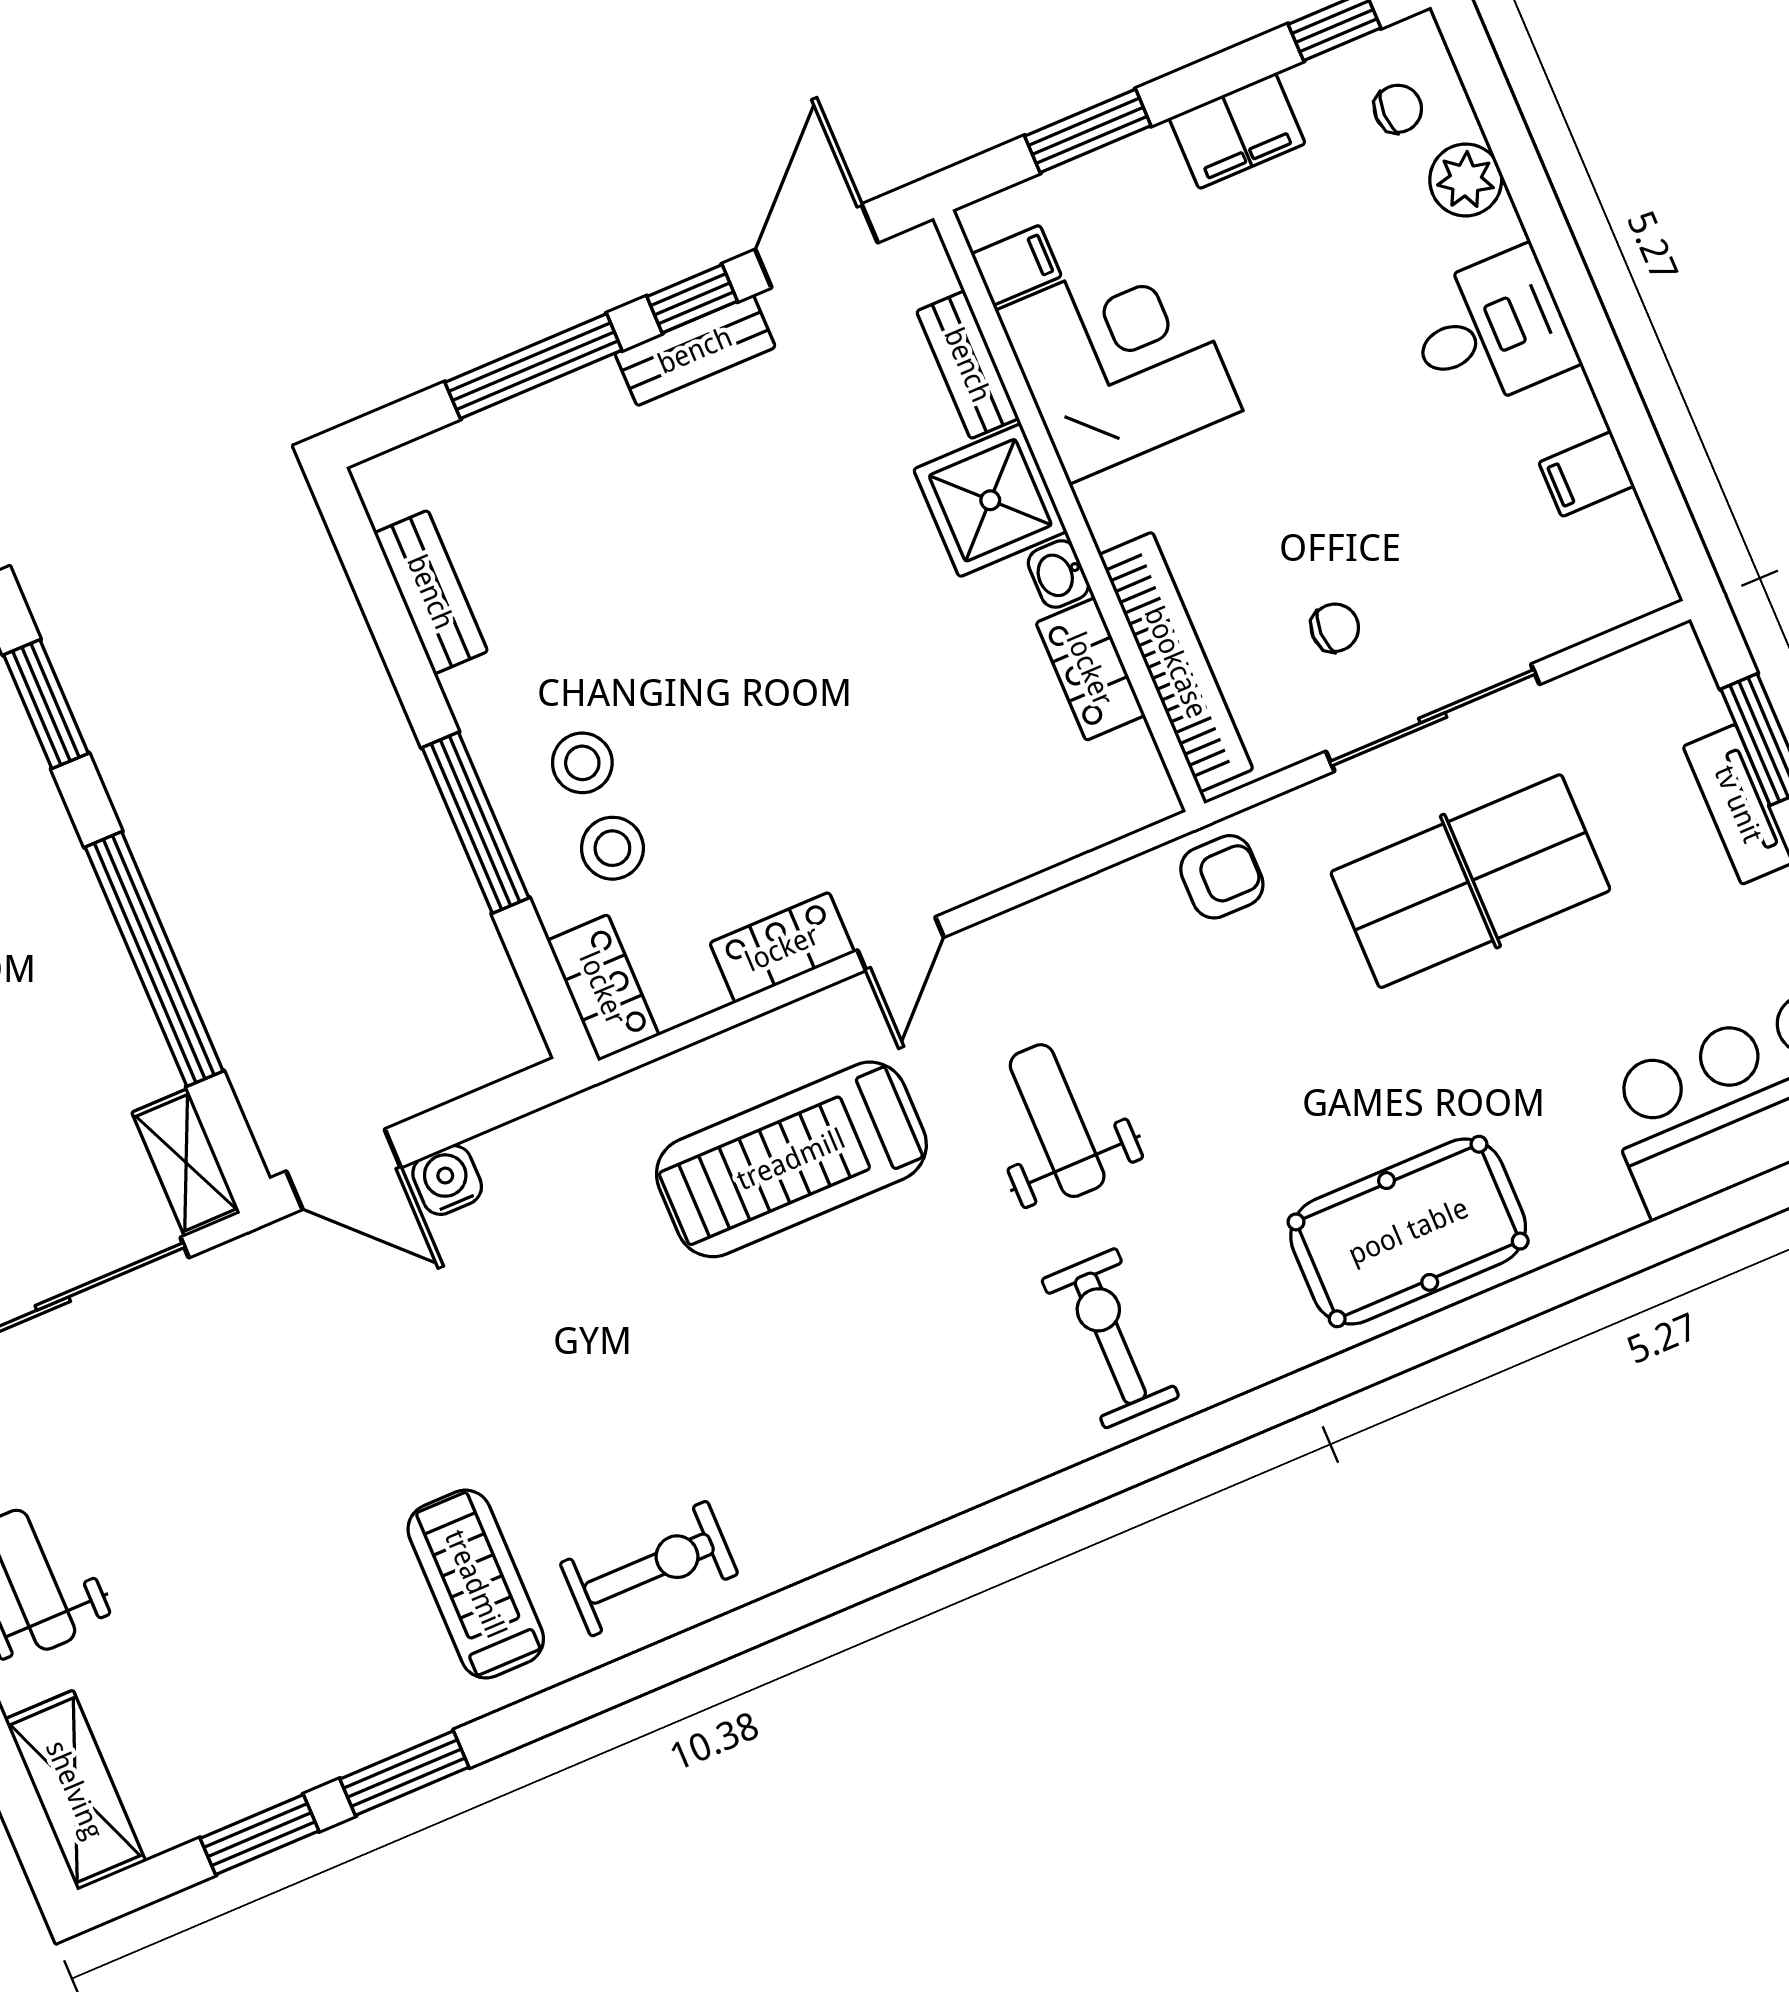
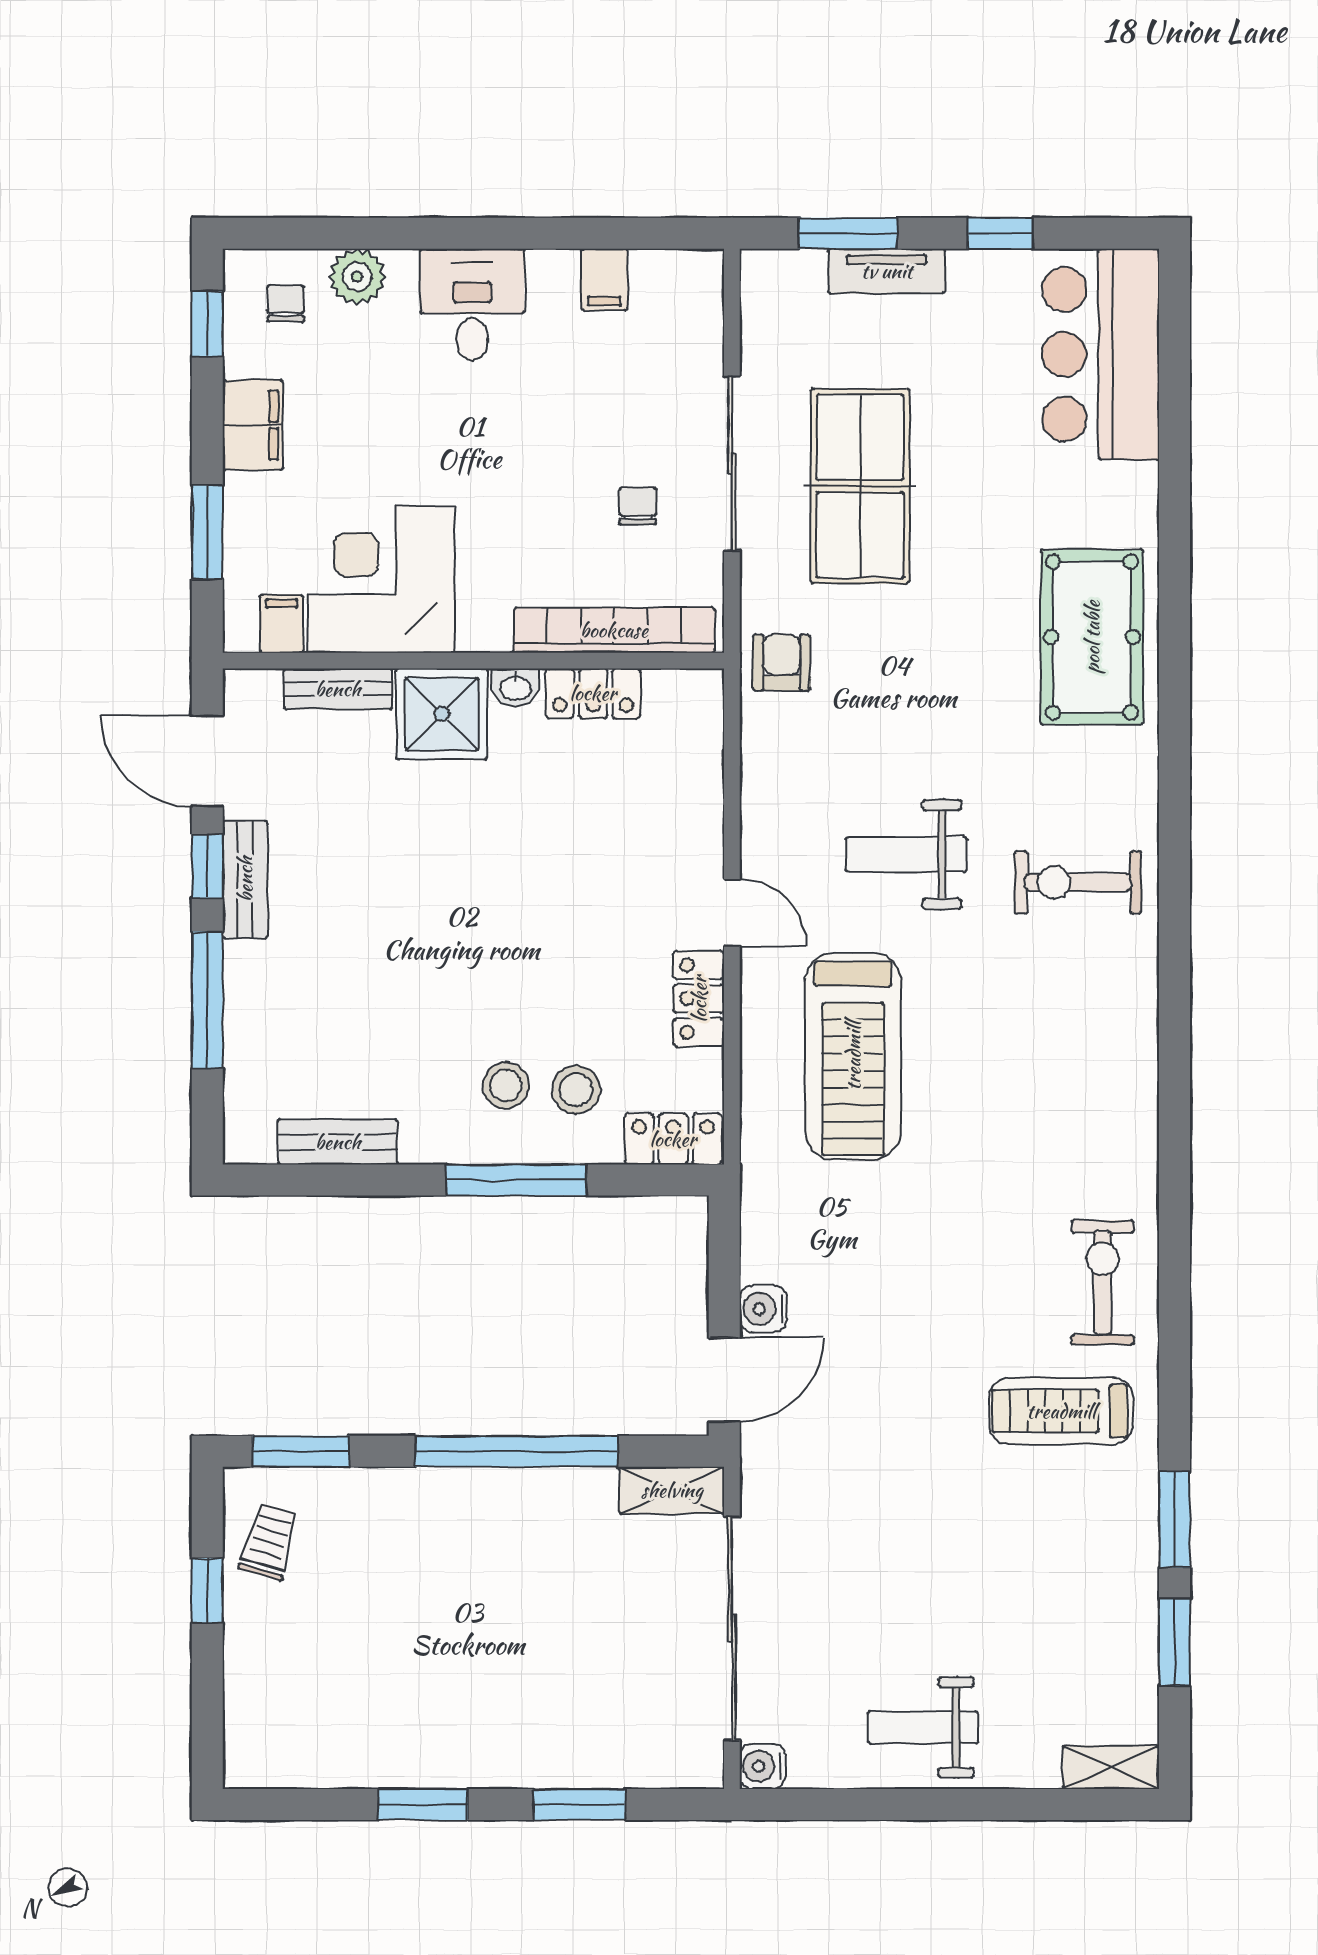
shelving: (75, 1790) -> (1111, 1767), width x0.67, depth x0.75

